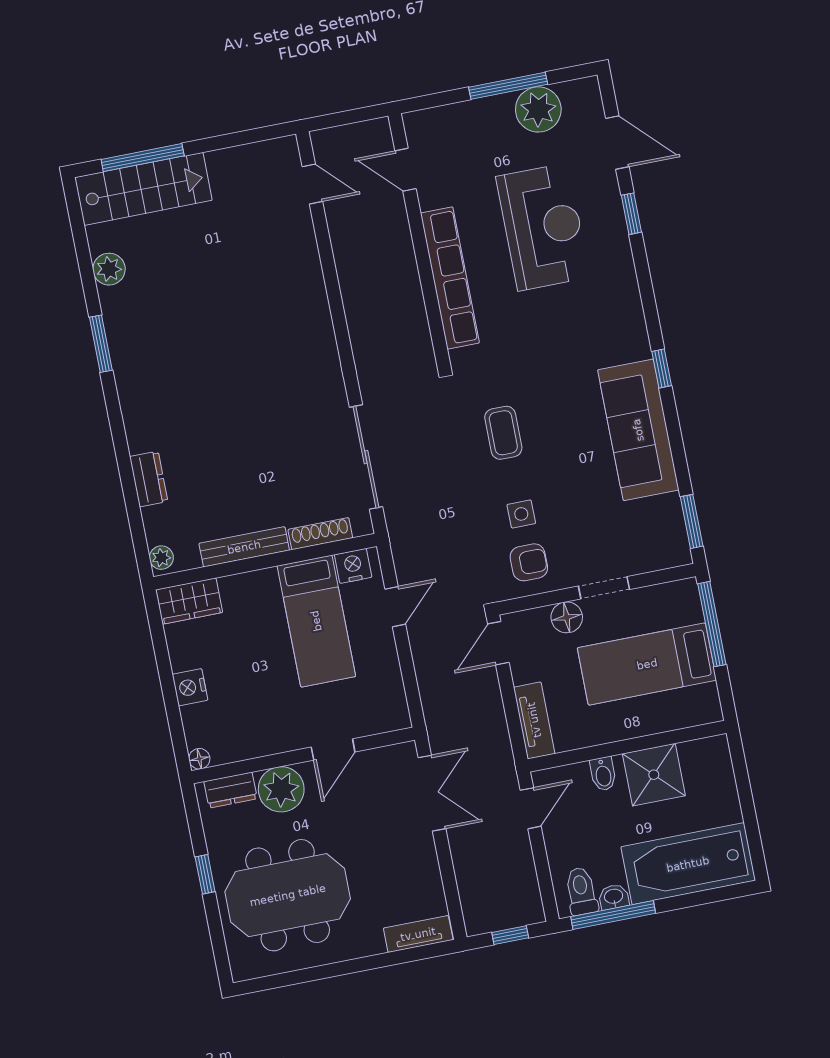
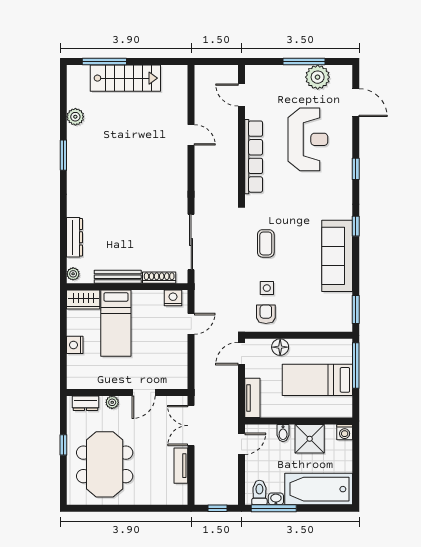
door: (312, 184) -> (191, 135), moved
stairs: (143, 189) -> (125, 78), moved
window: (631, 214) -> (356, 169), moved
dresser: (149, 479) -> (75, 237), width x1.44
armchair: (529, 562) -> (266, 314), turned -90
doorway: (604, 588) -> (303, 335), removed
bed: (316, 621) -> (116, 323), moved
washing machine: (715, 750) -> (345, 432), added
floor lamp: (199, 759) -> (72, 384), removed
plant: (281, 789) -> (112, 402), width x0.53, depth x0.53
double door: (432, 793) -> (191, 426), swing flipped
meeting table: (288, 895) -> (105, 464), turned 90
tv unit: (418, 934) -> (181, 466), moved, turned -90

